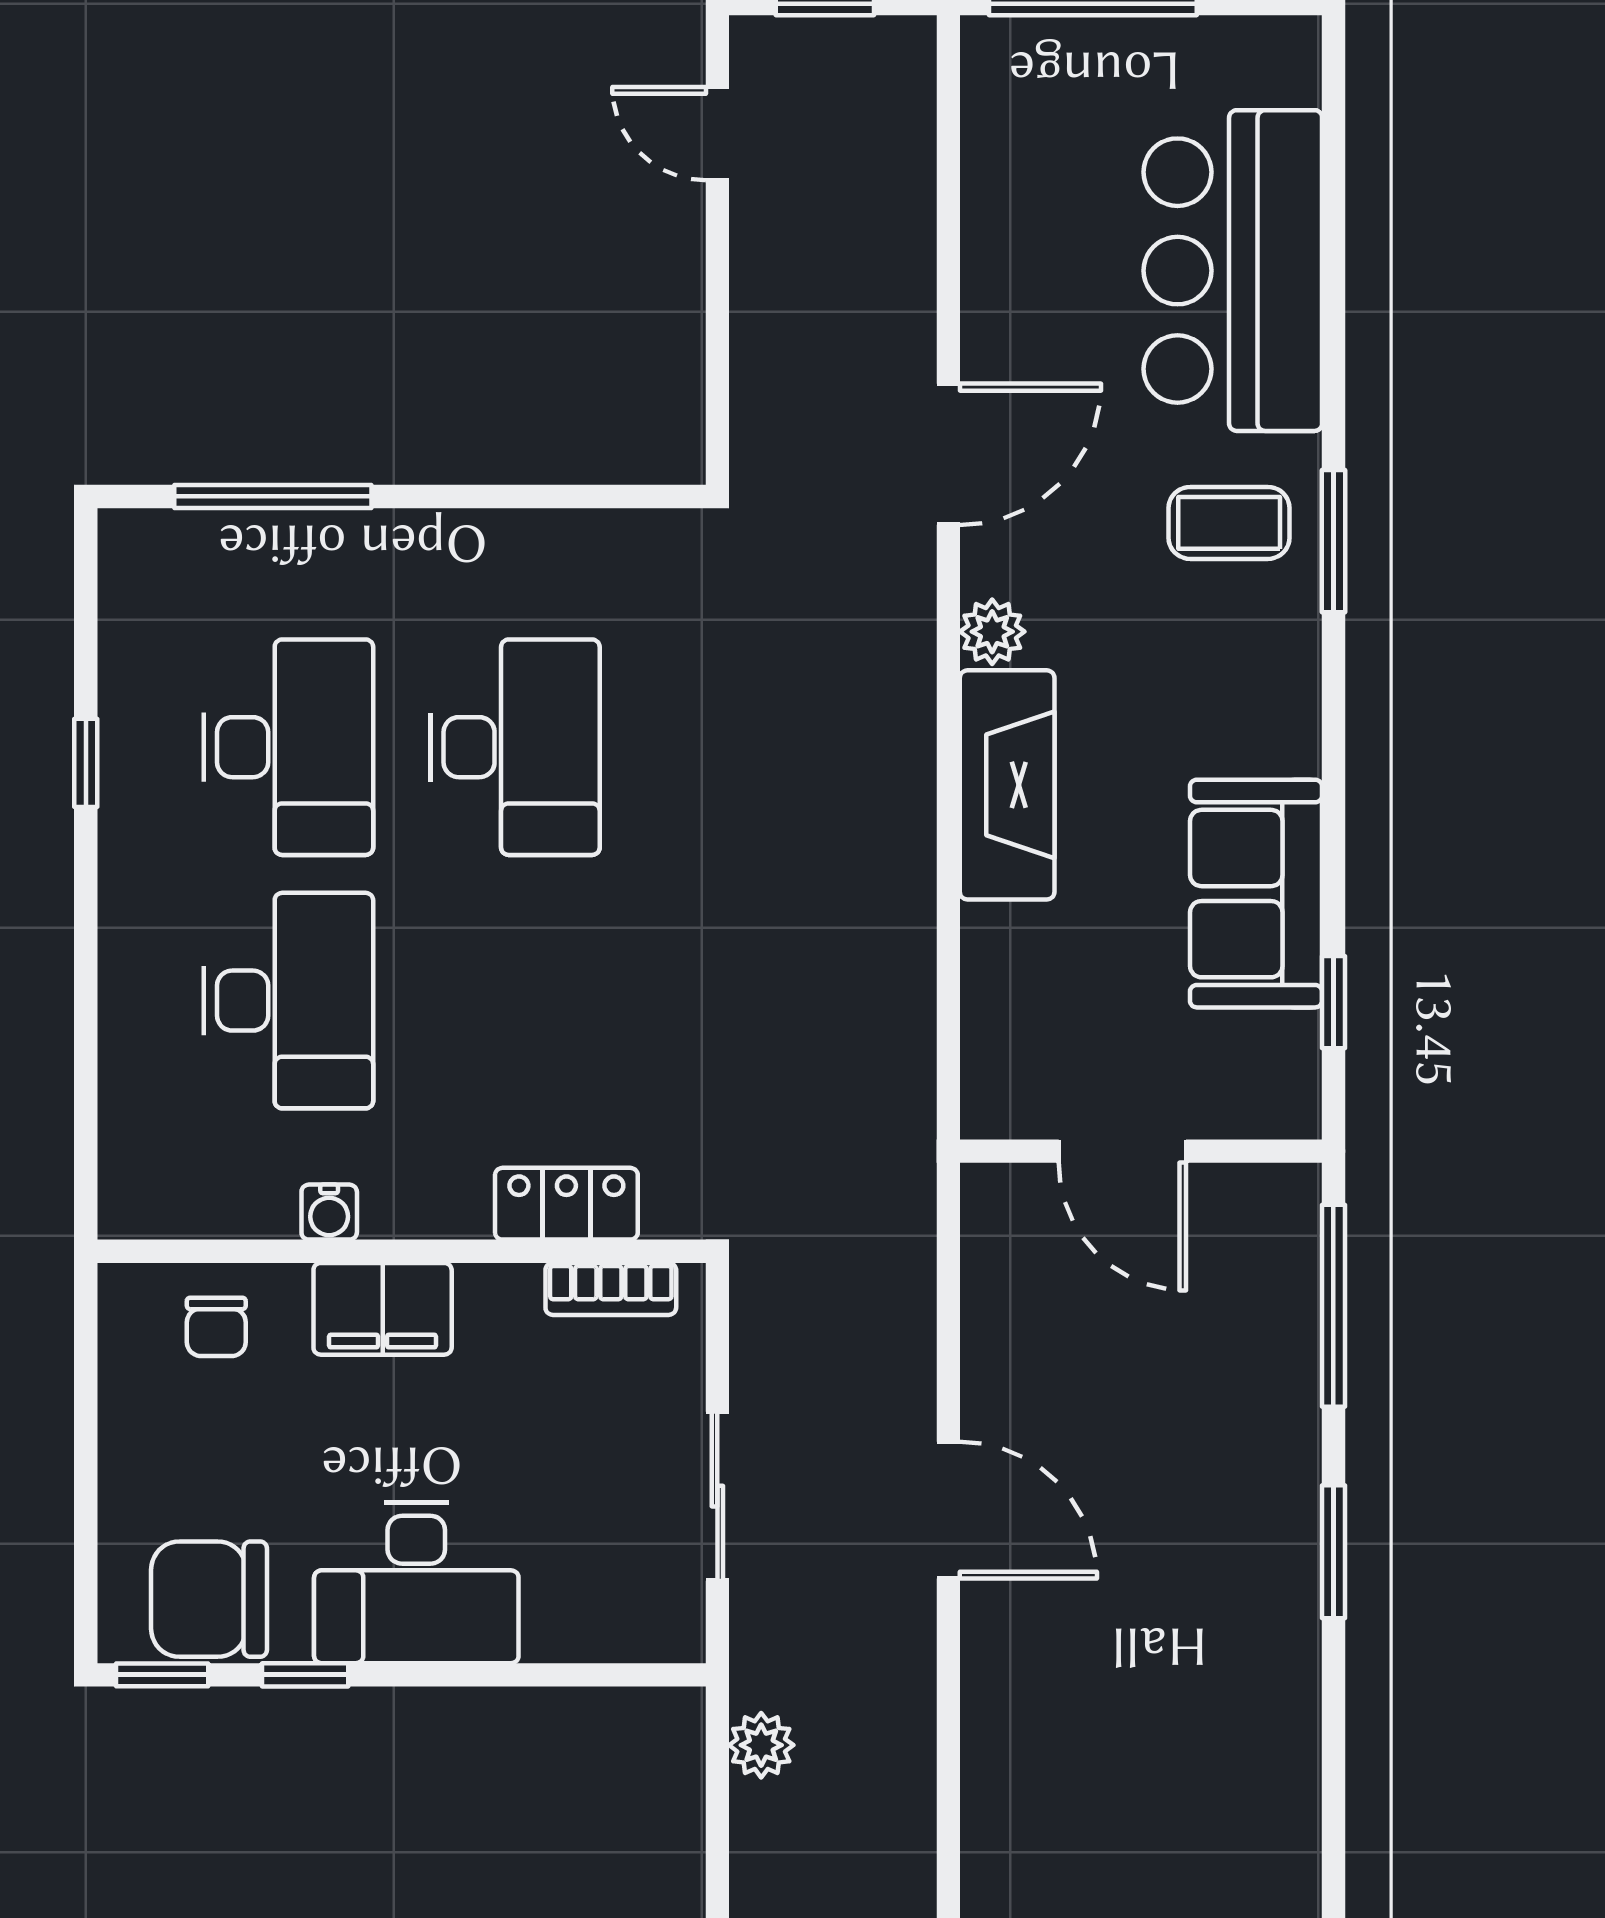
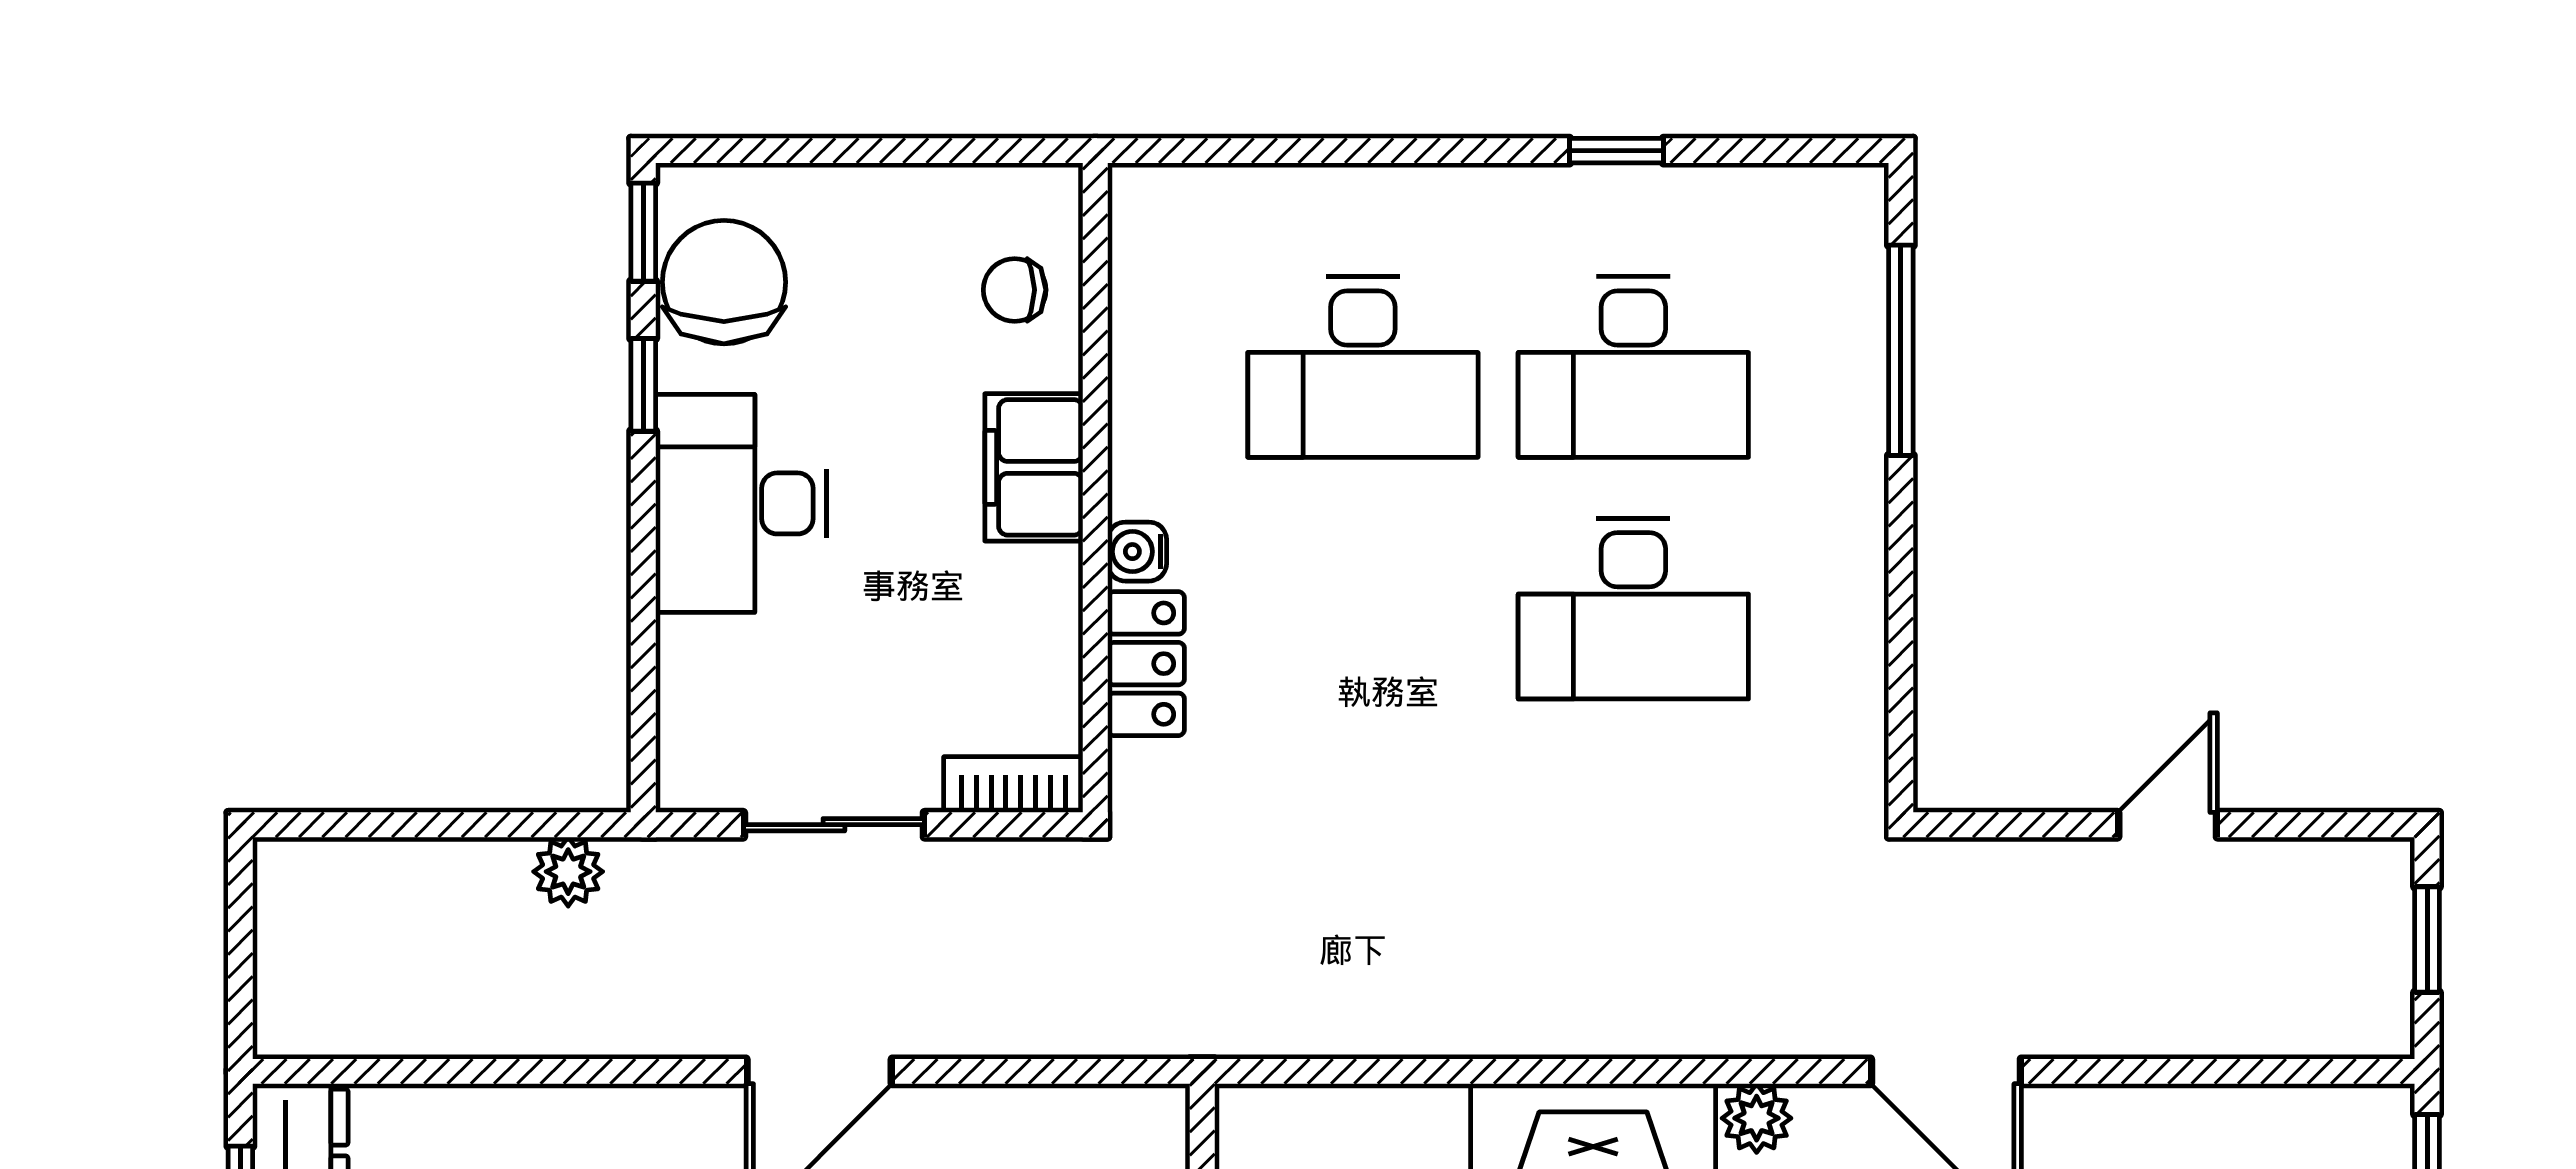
door: (717, 134) -> (2168, 825), moved
water cooler: (329, 1212) -> (1137, 552), moved
bookcase: (611, 1289) -> (1013, 785), moved, turned 90

